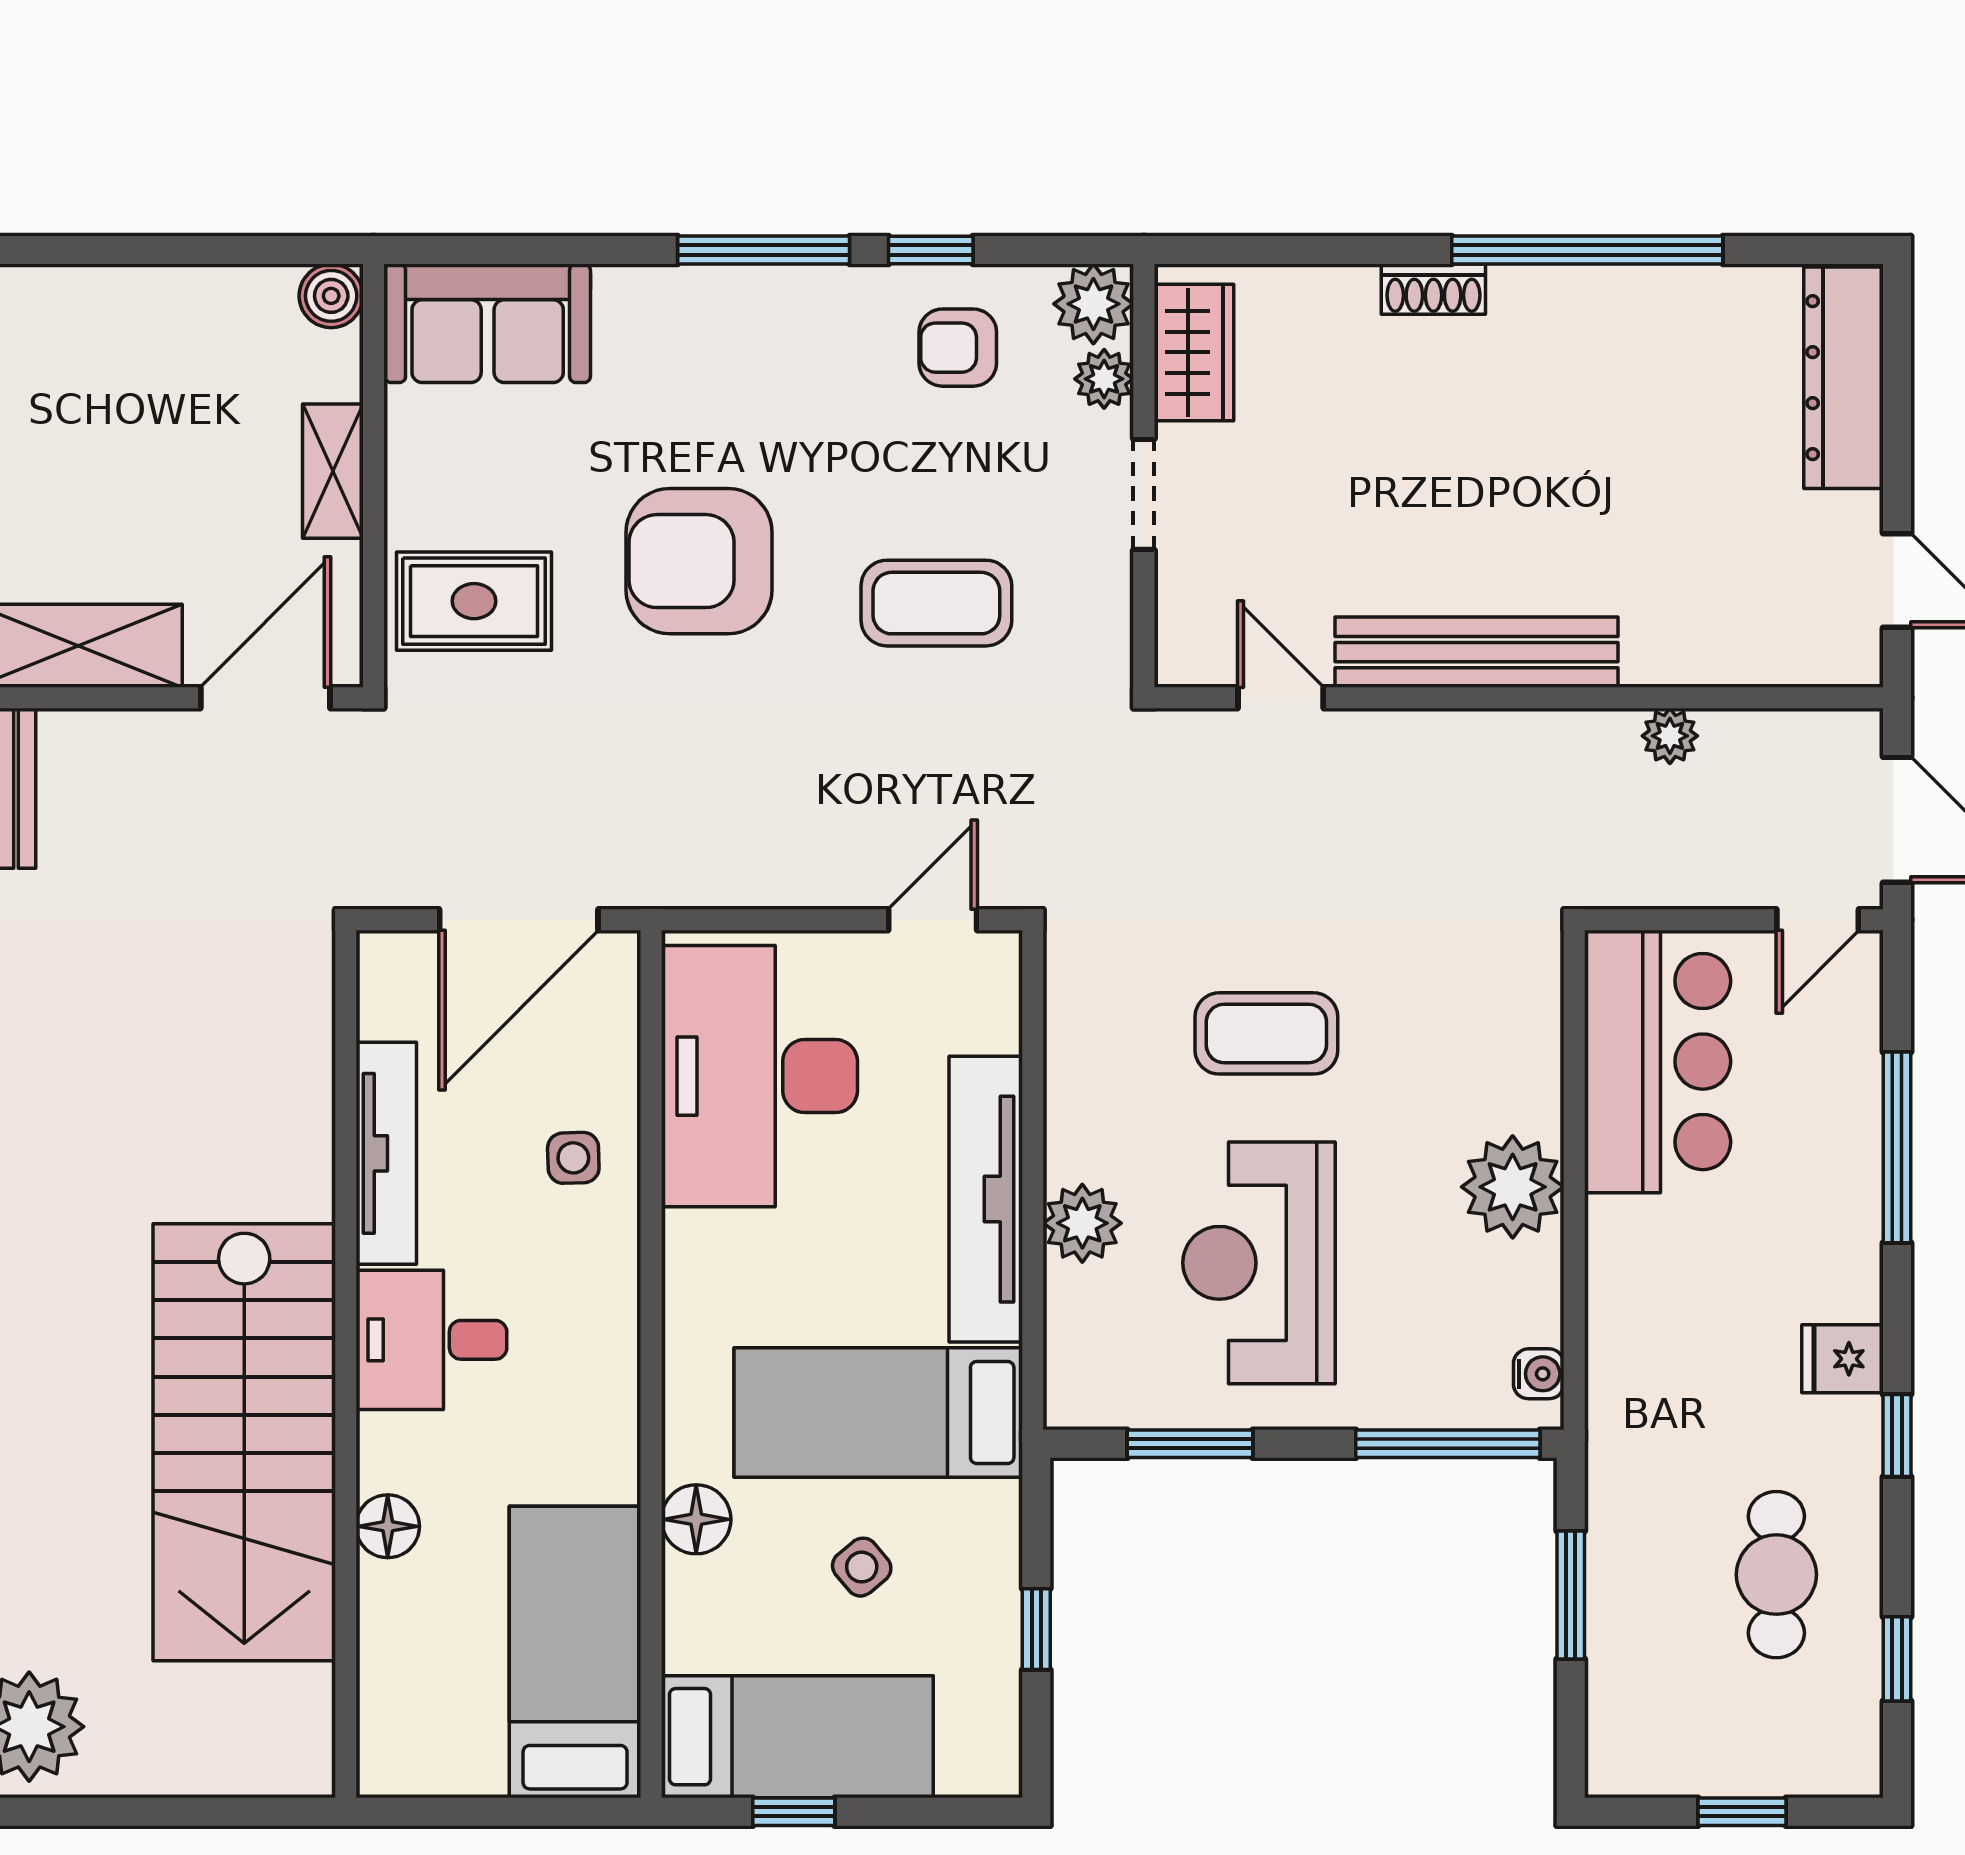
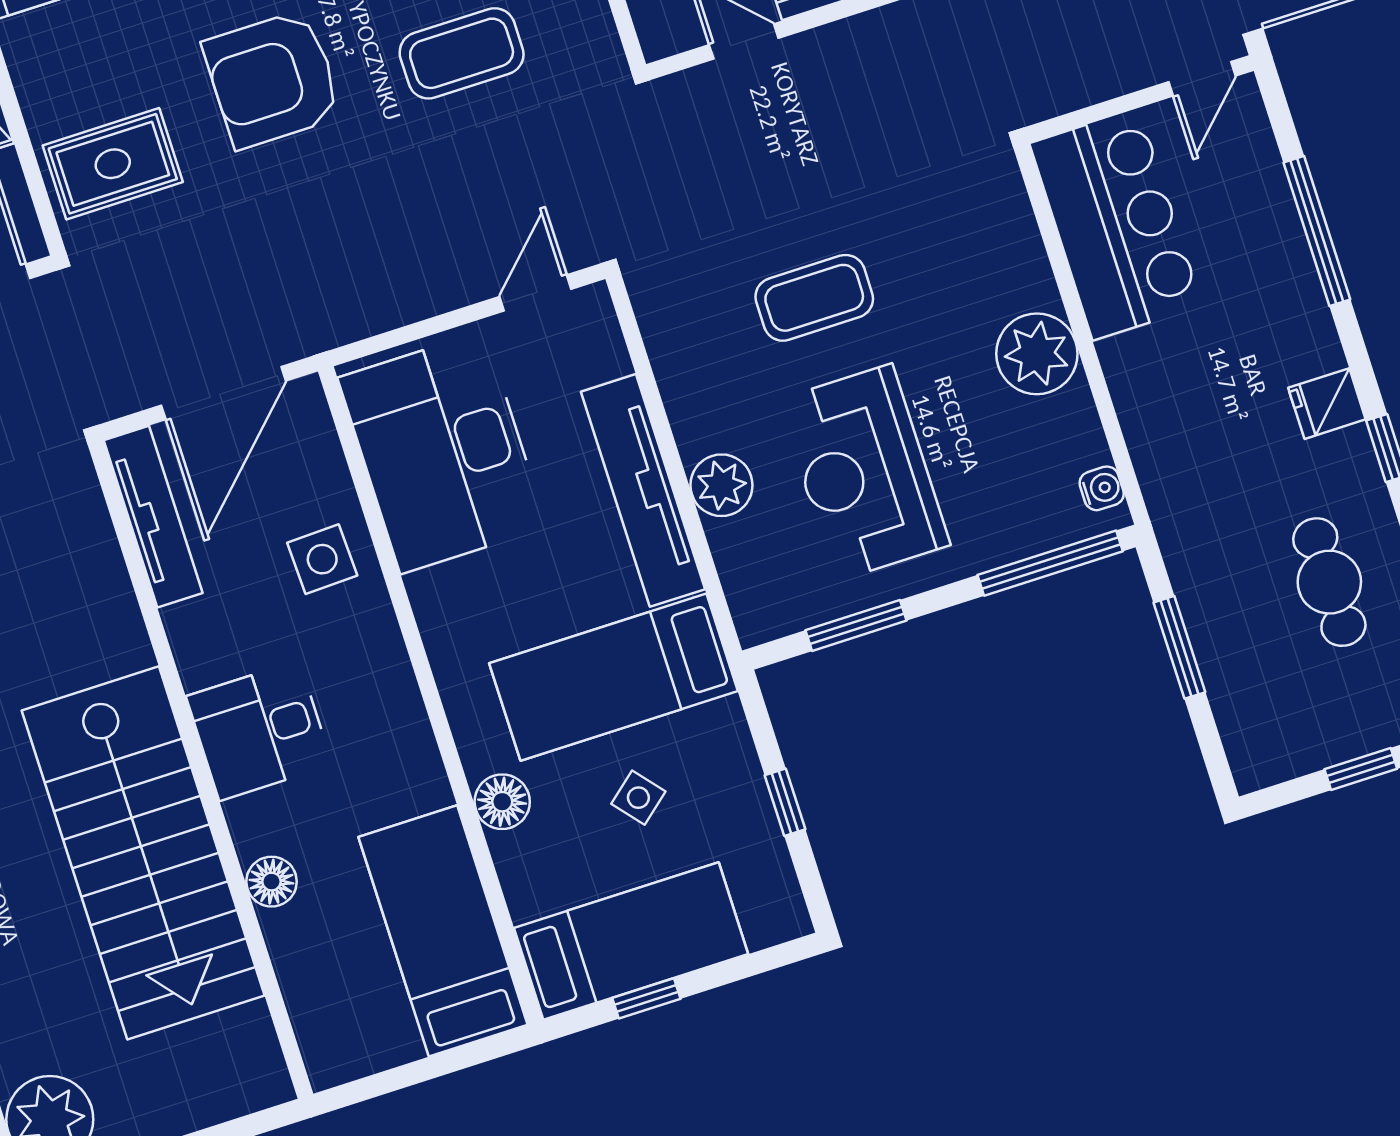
tv unit: (386, 1153) -> (153, 517), moved
side table: (573, 1158) -> (322, 559), width x1.37, depth x1.37

